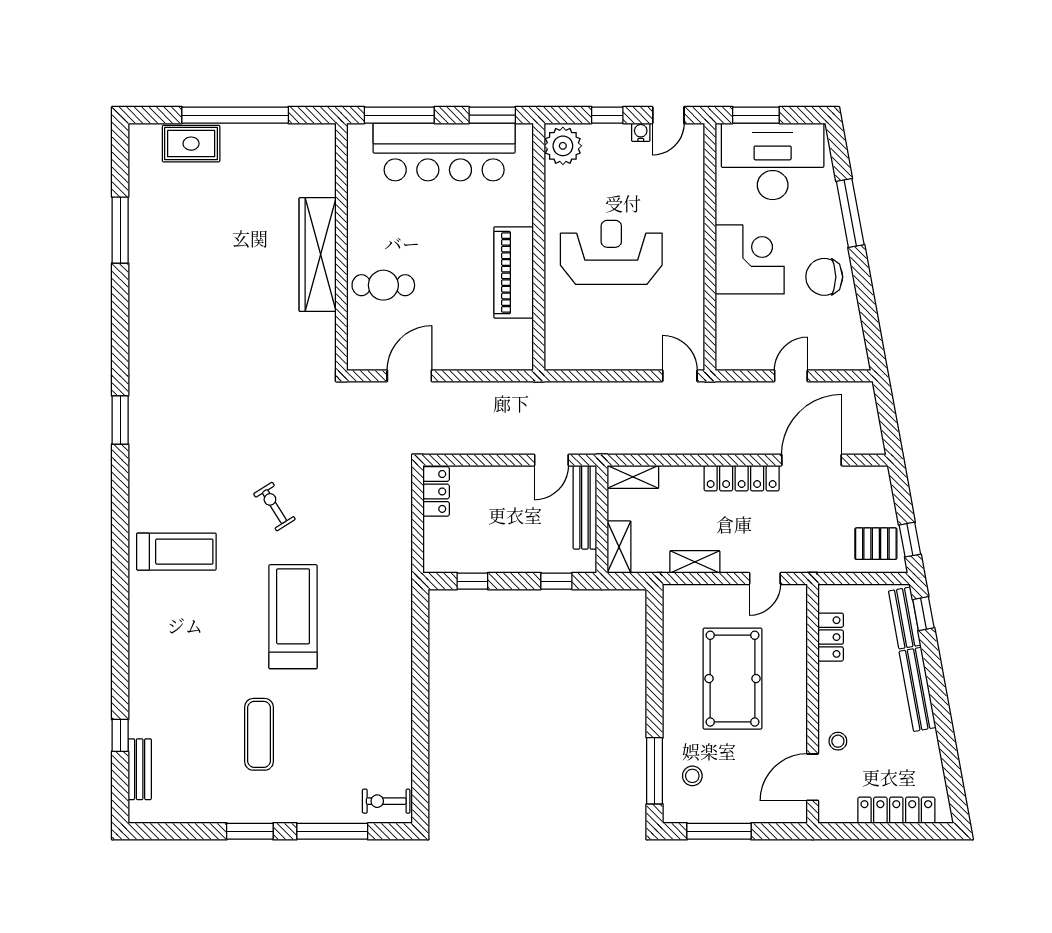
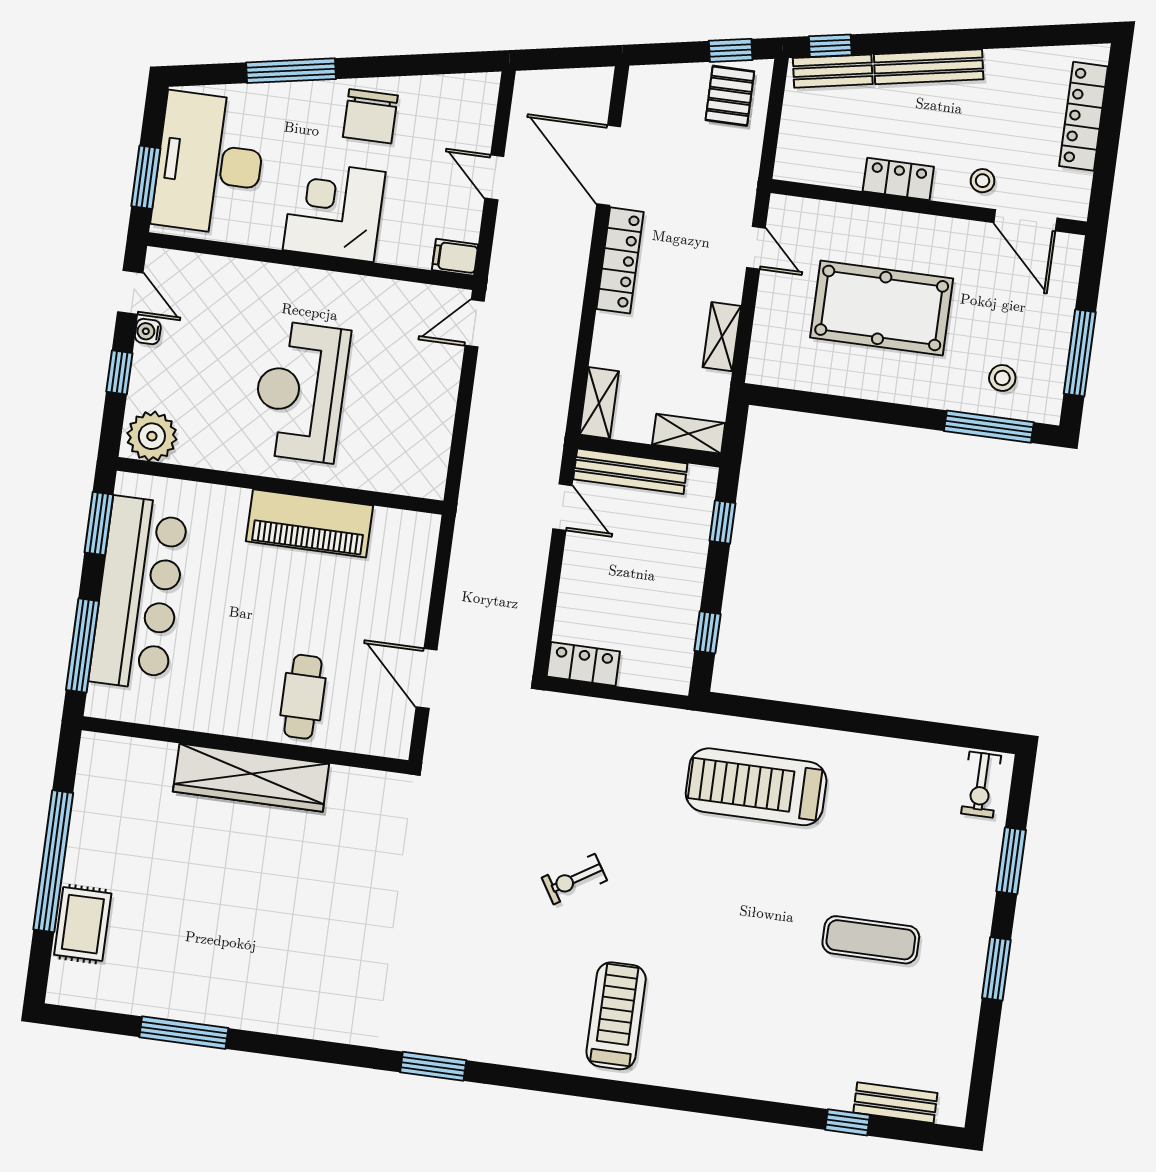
filing cabinet: (727, 355) -> (455, 257), added
treadmill: (293, 617) -> (756, 787), moved
locker: (831, 637) -> (898, 179), moved
window: (332, 831) -> (1011, 861), width x0.69

